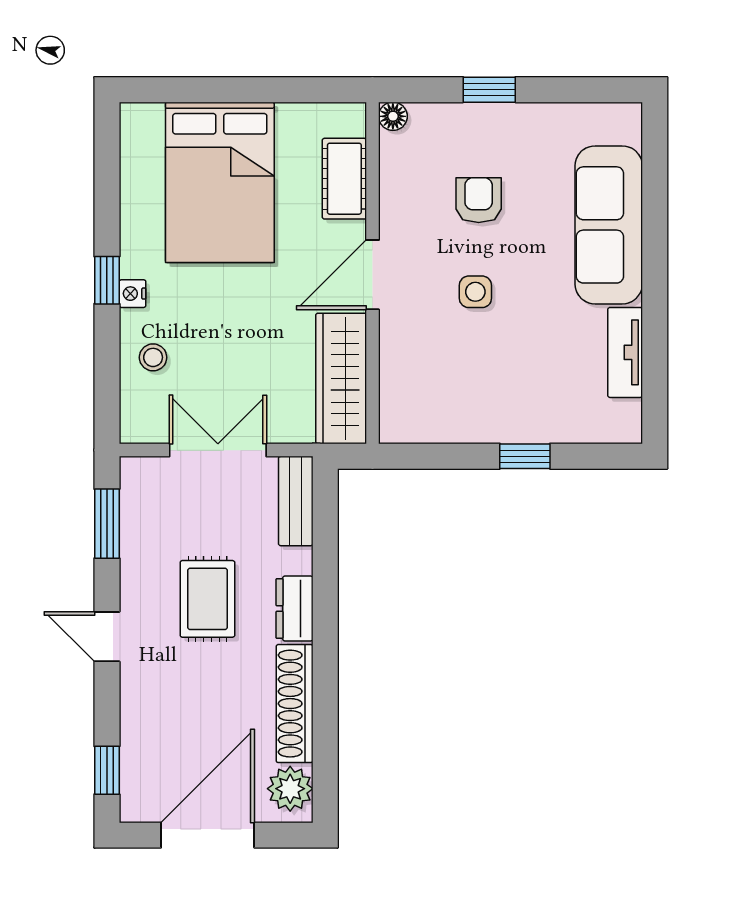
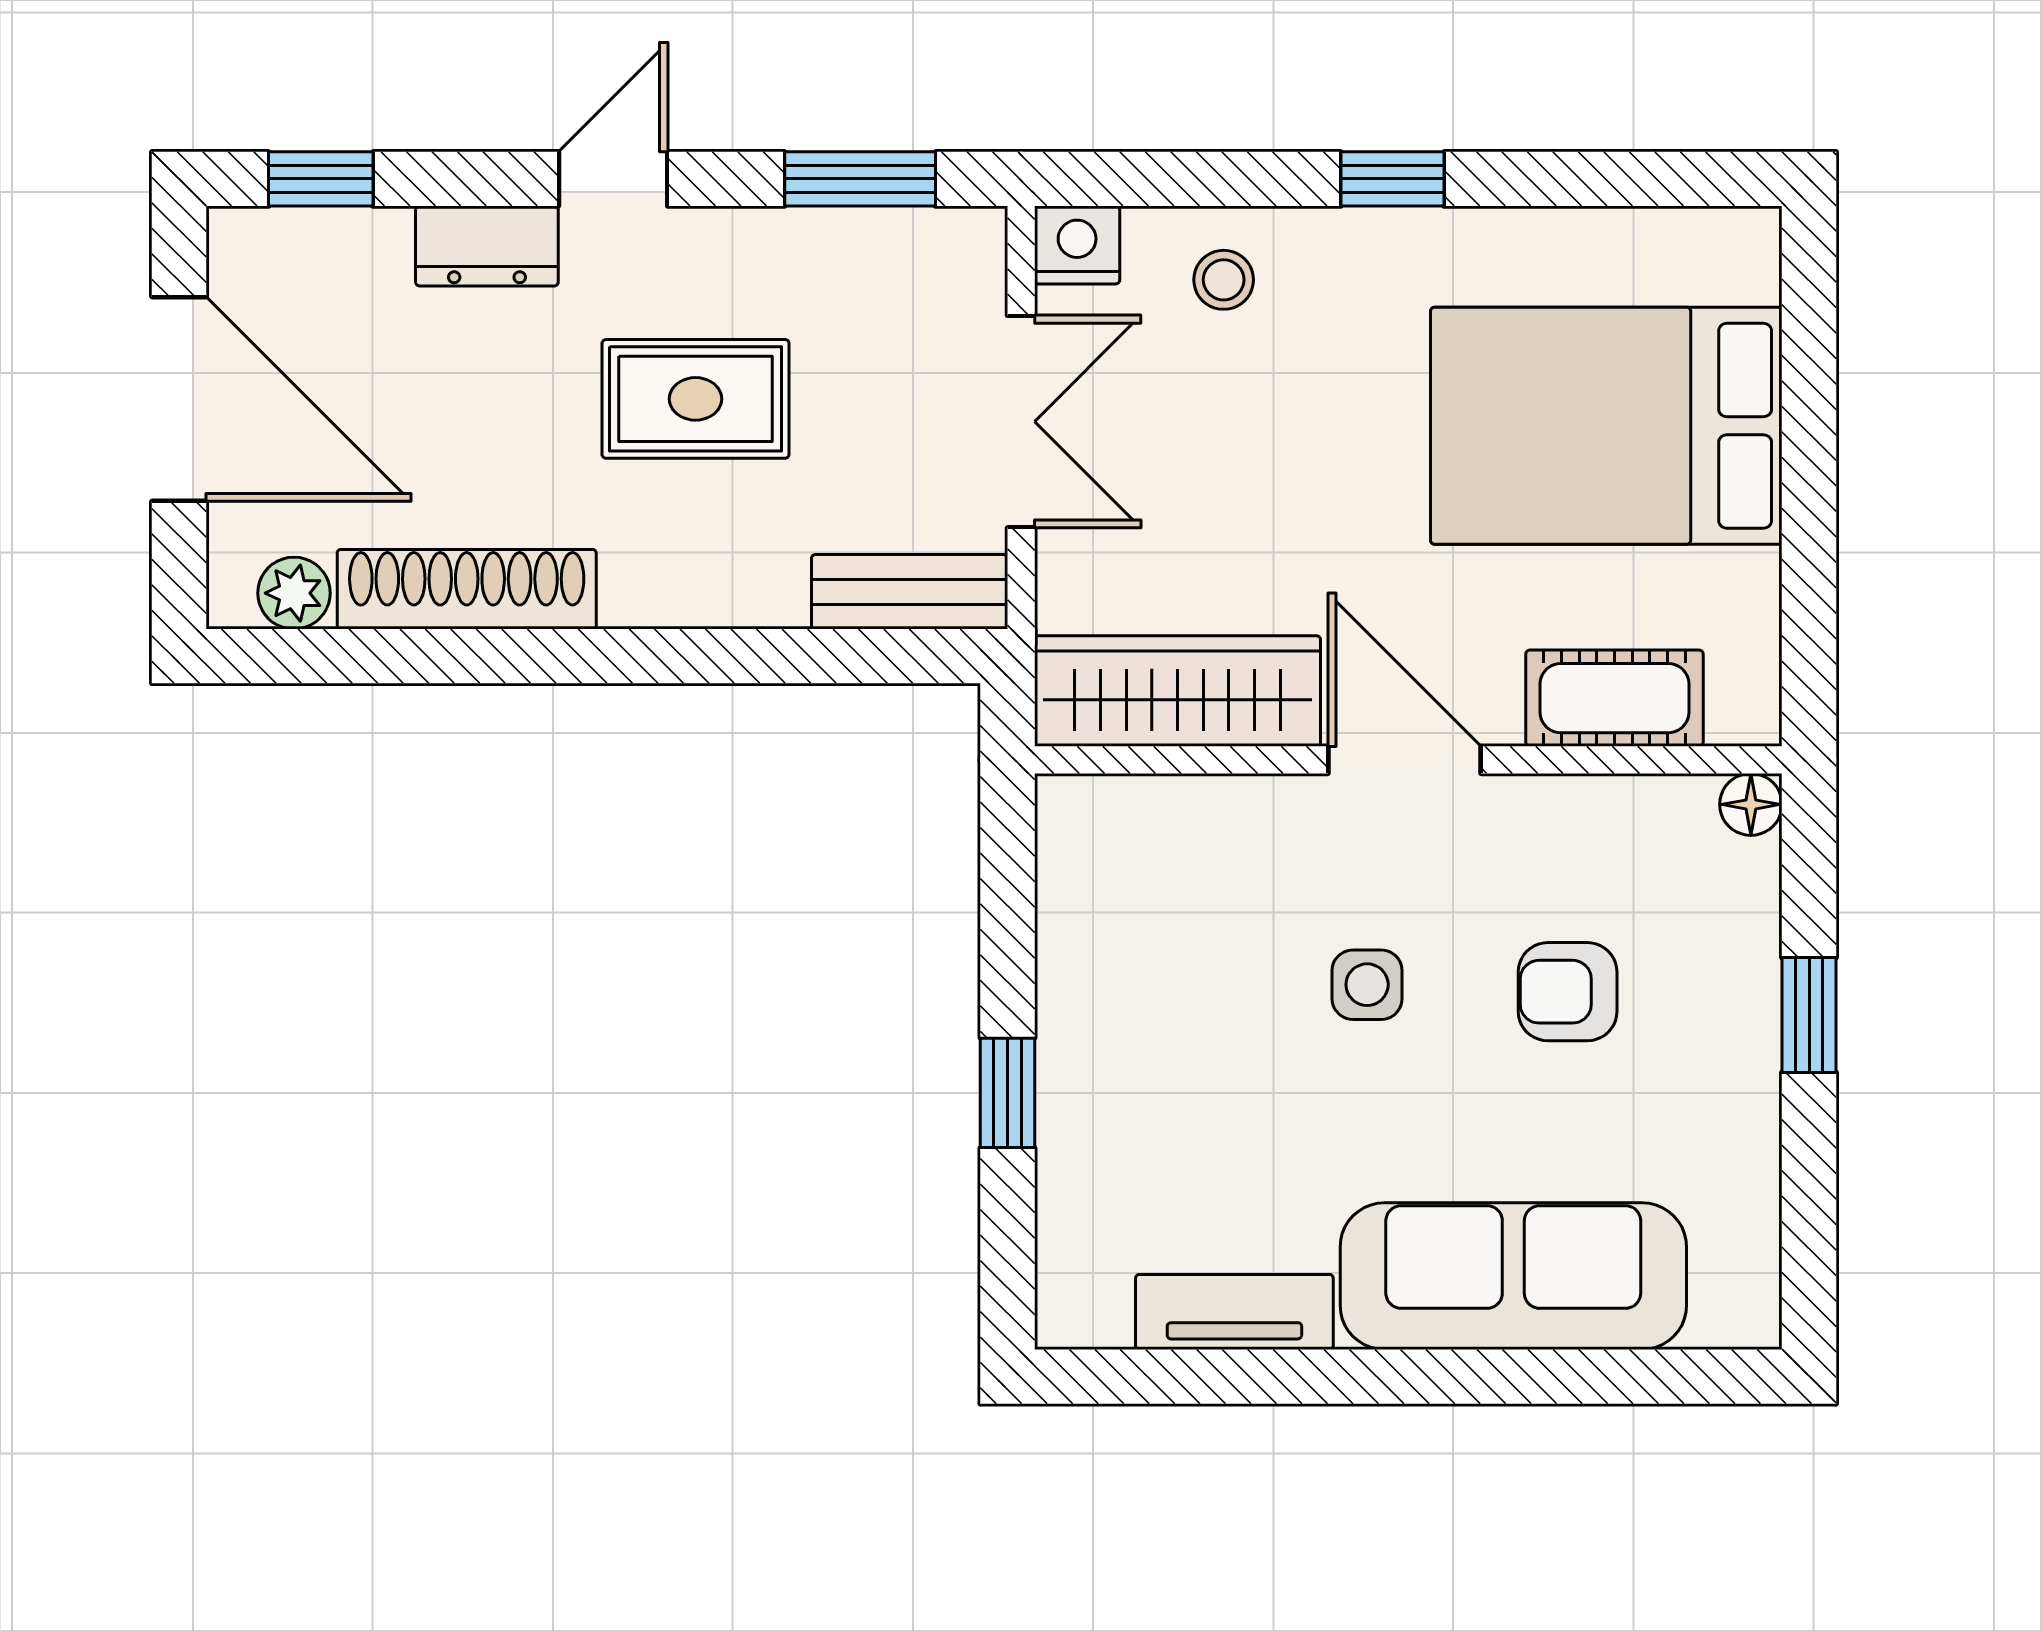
armchair: (479, 200) -> (1568, 992), turned 180
nightstand: (132, 294) -> (1077, 245), moved, width x1.39, depth x1.35
dresser: (295, 608) -> (487, 246), moved, turned 180
plant: (290, 789) -> (294, 593), width x0.73, depth x0.73

